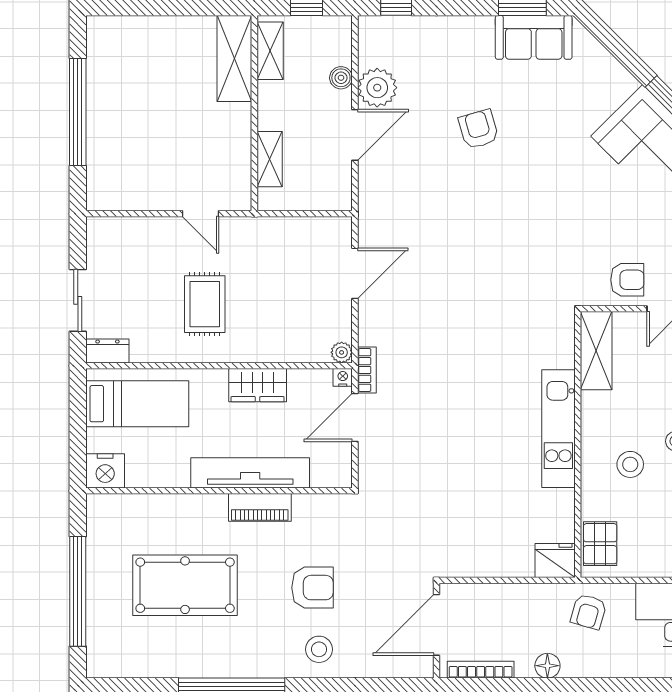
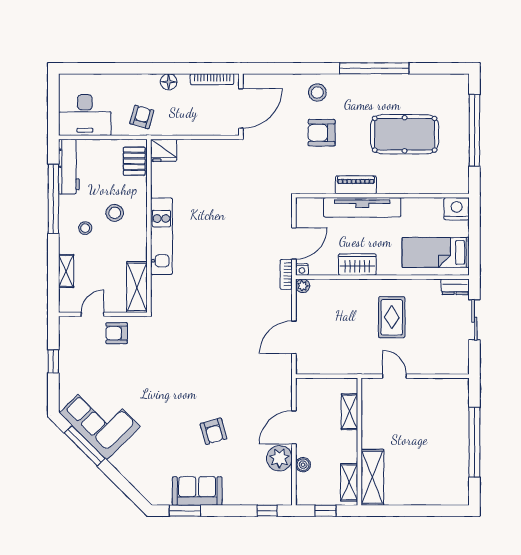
sofa: (534, 37) -> (197, 491), moved

